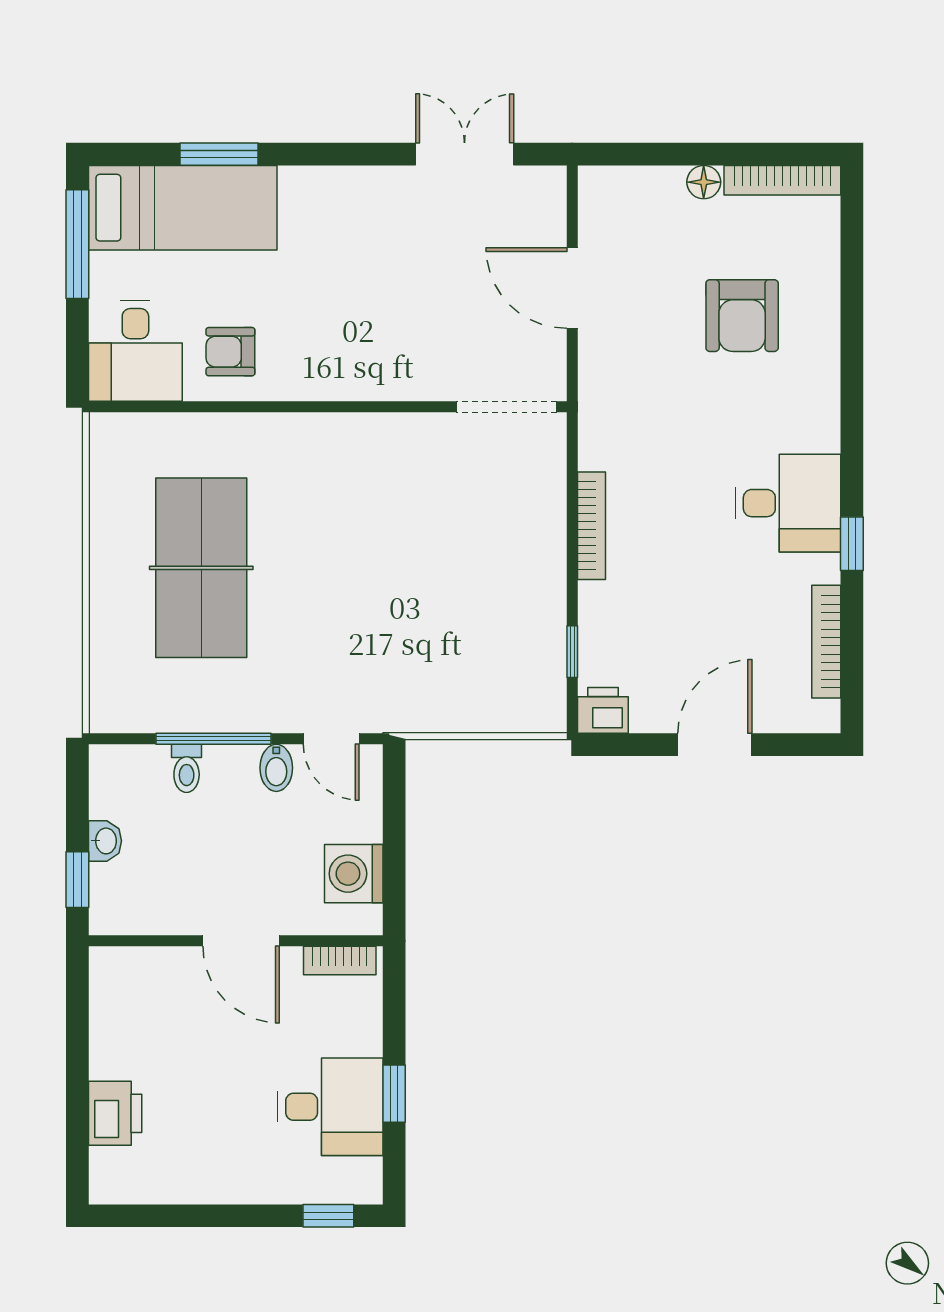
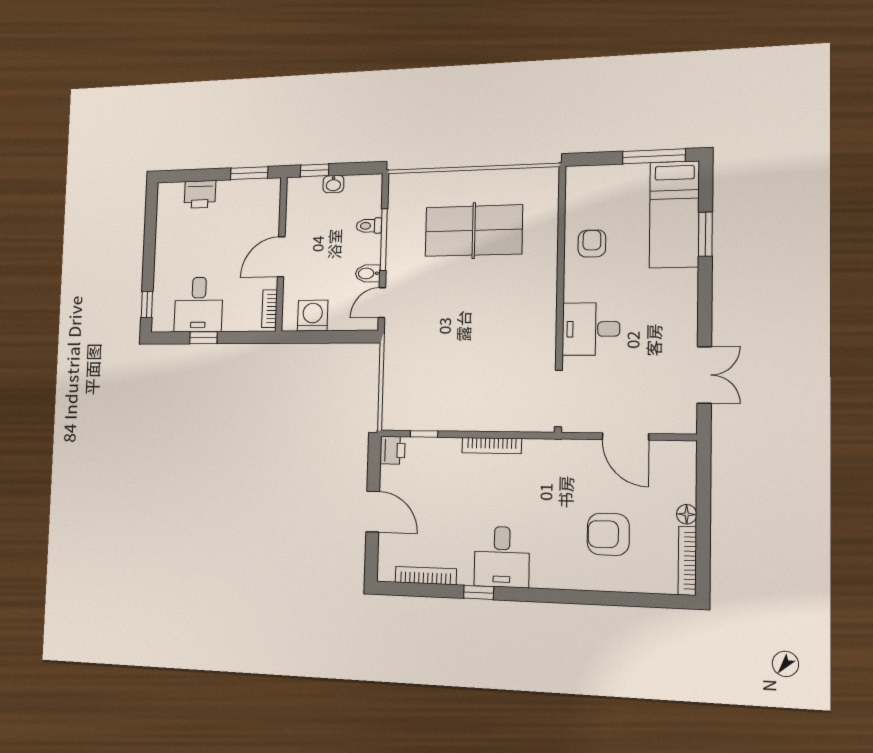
door: (572, 288) -> (625, 437), swing flipped
desk: (135, 351) -> (591, 329), moved
window: (77, 1012) -> (249, 173), added

